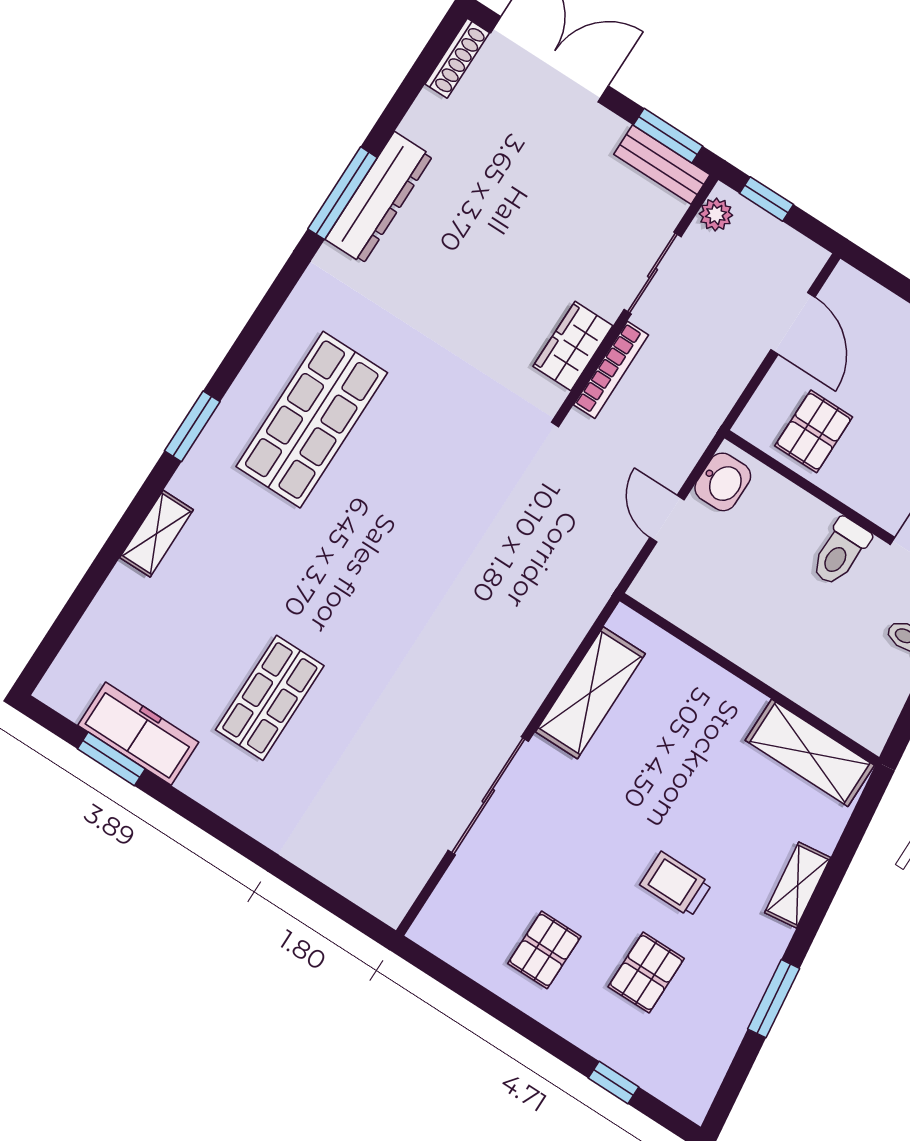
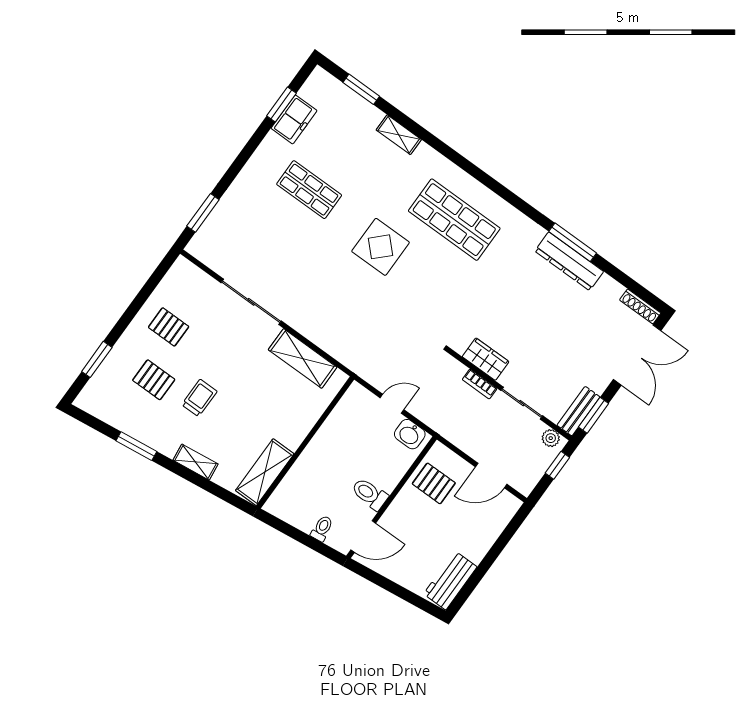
bookcase: (611, 370) -> (480, 384), width x0.64
window: (192, 426) -> (361, 89), moved
display table: (371, 557) -> (381, 247), added
freezer: (138, 734) -> (294, 119), width x0.71
window: (325, 896) -> (203, 213), added
window: (613, 1083) -> (97, 359), width x1.50

